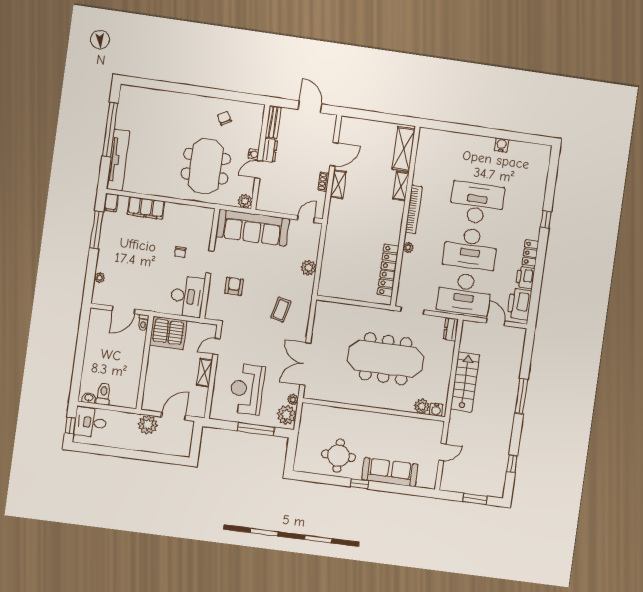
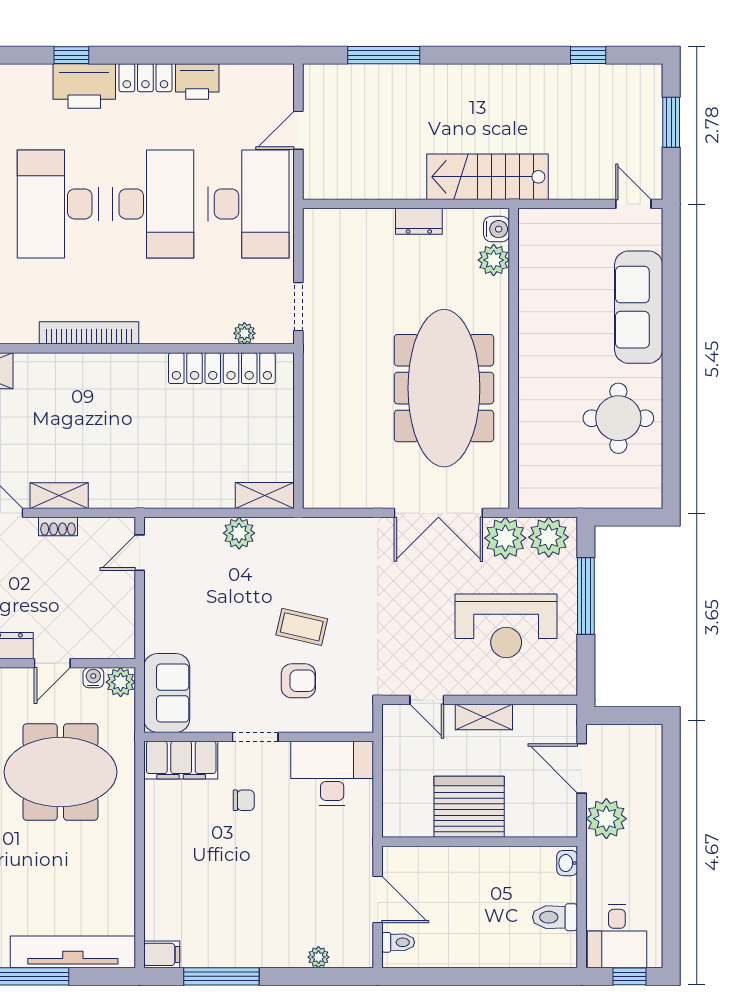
water cooler: (254, 154) -> (93, 678), moved
door: (259, 170) -> (52, 663), hinge flipped
shelving: (401, 186) -> (265, 495), moved
filing cabinet: (146, 208) -> (181, 760), moved, turned 90
door: (306, 219) -> (140, 553), hinge flipped
sofa: (253, 228) -> (167, 693), width x0.54, depth x0.79
plant: (408, 247) -> (244, 333), moved
armchair: (234, 286) -> (298, 681), turned 180
printer: (519, 304) -> (84, 86), moved
coffee table: (281, 310) -> (302, 627), moved
toilet: (143, 323) -> (398, 942), moved
dresser: (451, 329) -> (419, 221), moved
server rack: (168, 333) -> (469, 807), moved, turned -90
meeting table: (386, 359) -> (444, 388), moved
stairs: (465, 382) -> (488, 177), moved
window: (521, 396) -> (384, 55), moved
washbasin: (89, 398) -> (567, 863), moved
plant: (293, 400) -> (505, 538), width x1.88, depth x1.88
door: (442, 452) -> (633, 204), moved
window: (360, 484) -> (671, 366), removed

